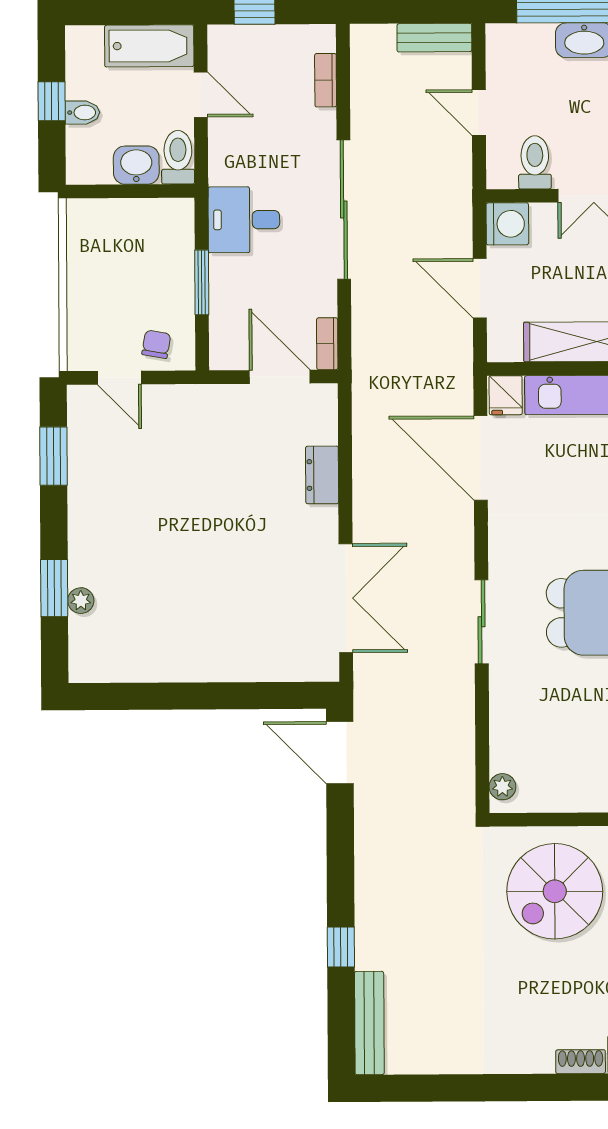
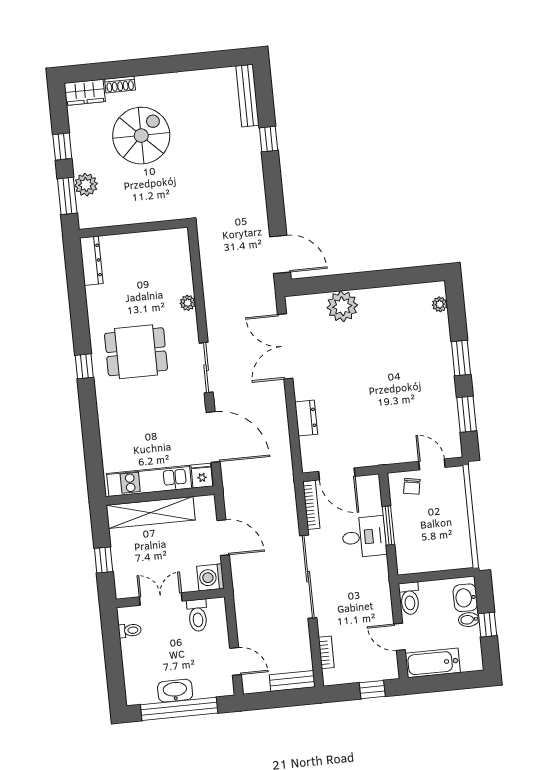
bench: (434, 38) -> (292, 681), moved
door: (479, 113) -> (235, 661), moved
washbasin: (136, 165) -> (465, 598), moved, turned 90
desk: (244, 220) -> (364, 537), moved
bookcase: (327, 344) -> (311, 505), width x1.56
window: (54, 588) -> (461, 358), moved
plant: (81, 601) -> (440, 304), moved
sliding door: (482, 622) -> (206, 368), moved
plant: (244, 656) -> (342, 306), added
plant: (502, 787) -> (188, 303), moved
spiral stairs: (555, 891) -> (141, 136), moved

